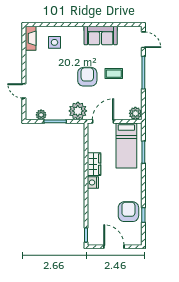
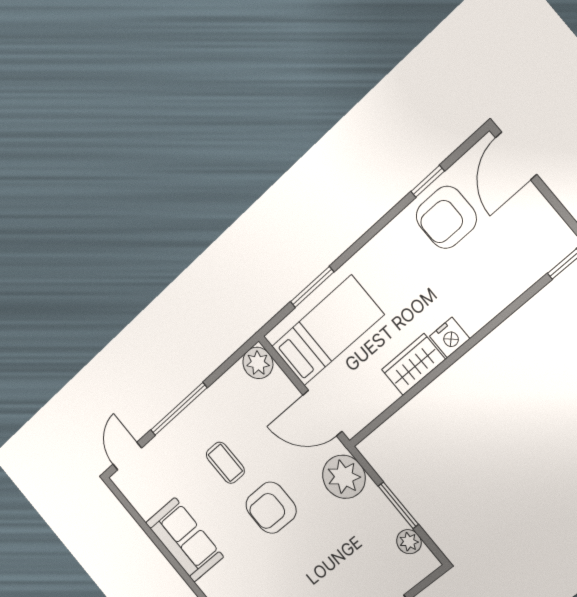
door: (114, 247) -> (516, 156), moved

